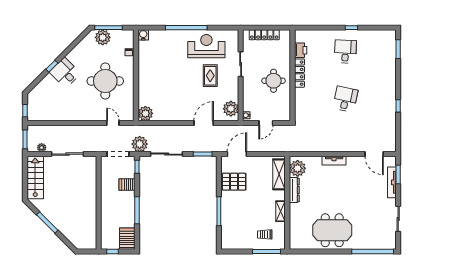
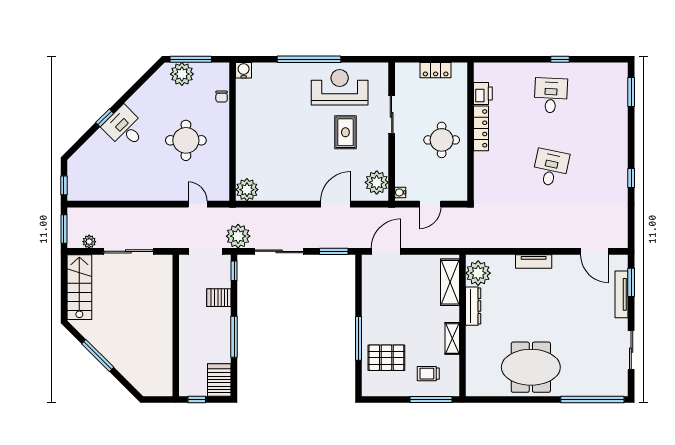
locker: (264, 35) -> (436, 70), width x0.66
round table: (105, 81) -> (186, 140), width x0.73, depth x0.73
pallet: (234, 182) -> (386, 358), moved

